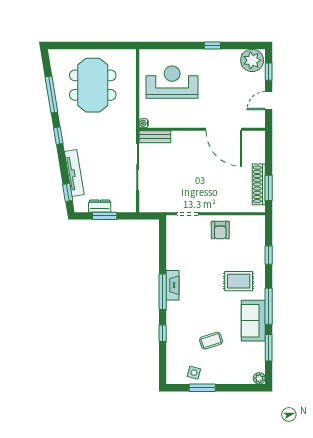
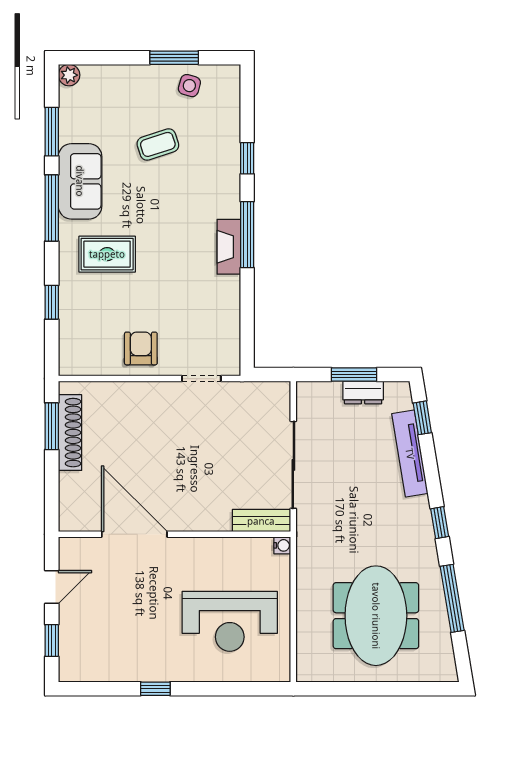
plant: (252, 60) -> (82, 661), removed

